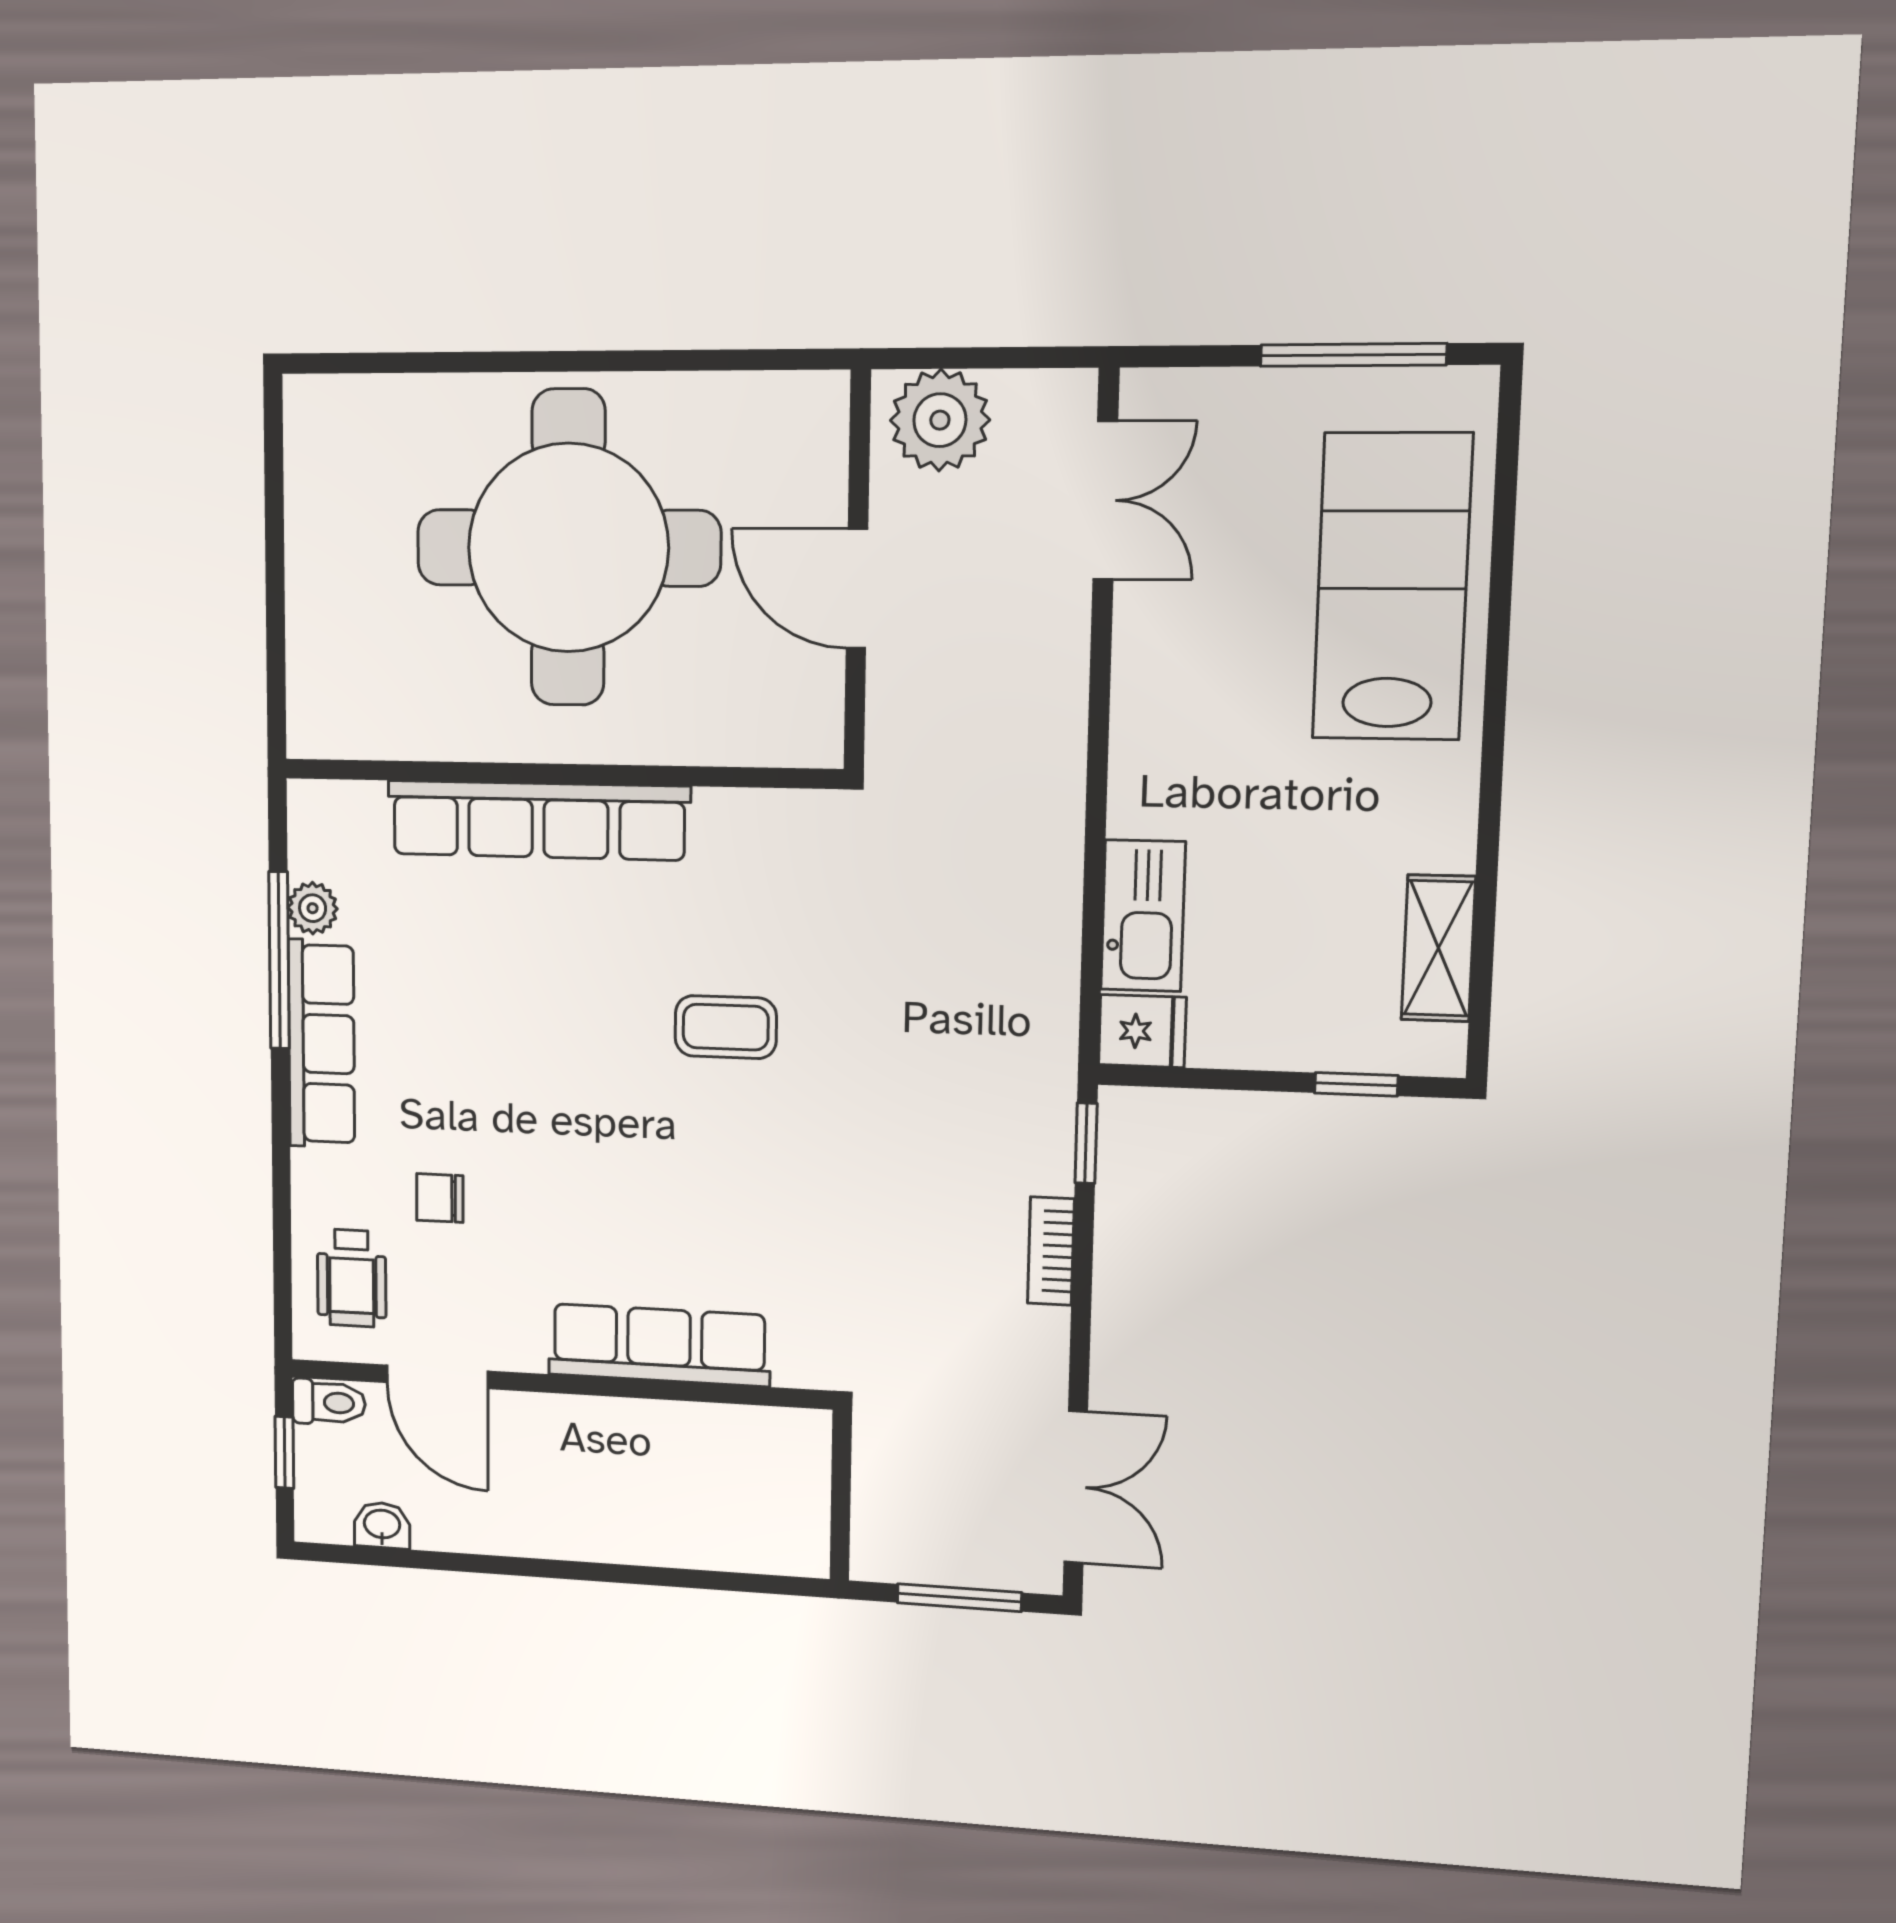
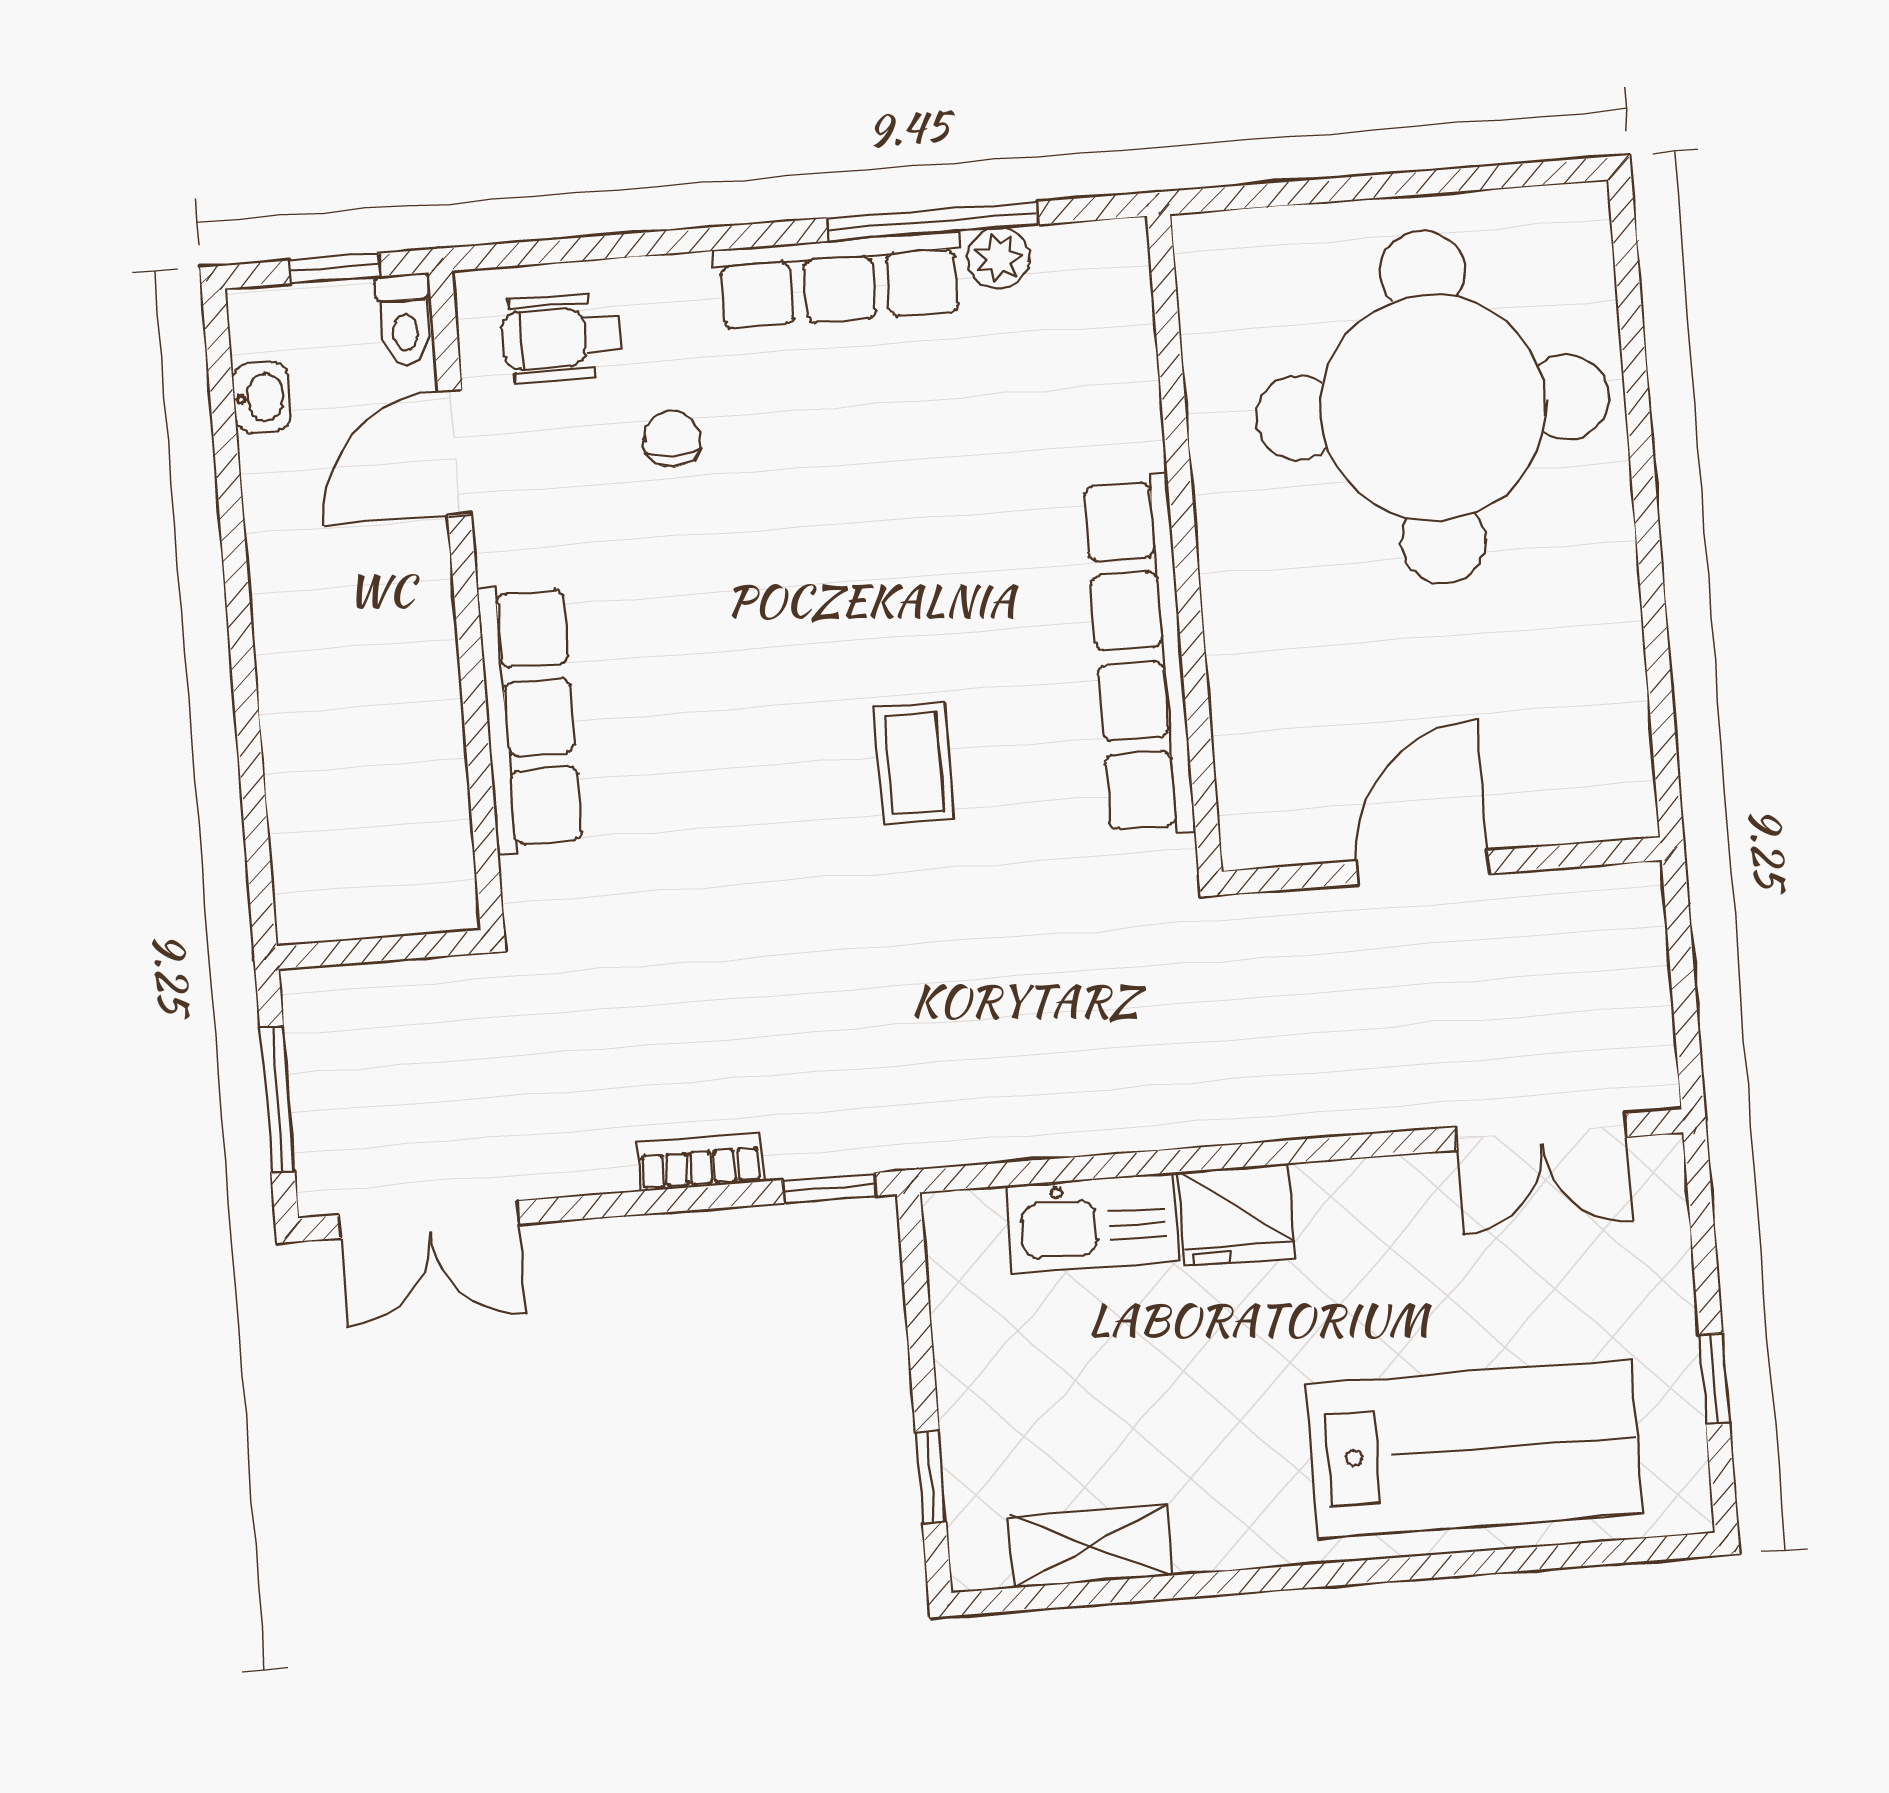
window: (1353, 355) -> (1714, 1379), width x0.46
plant: (940, 420) -> (1613, 942), removed
round table: (568, 548) -> (1433, 407), moved
row of seats: (538, 820) -> (1139, 655), moved
fridge: (1142, 1031) -> (1237, 1215), moved, width x1.38

